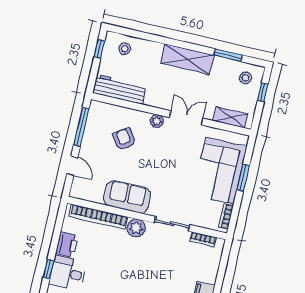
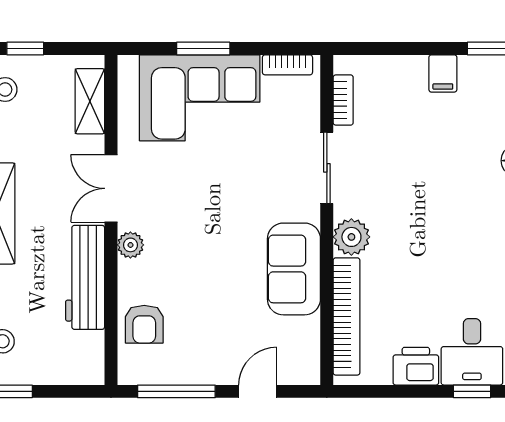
workbench: (119, 89) -> (85, 277), moved
armchair: (124, 139) -> (144, 324), moved, turned -56

